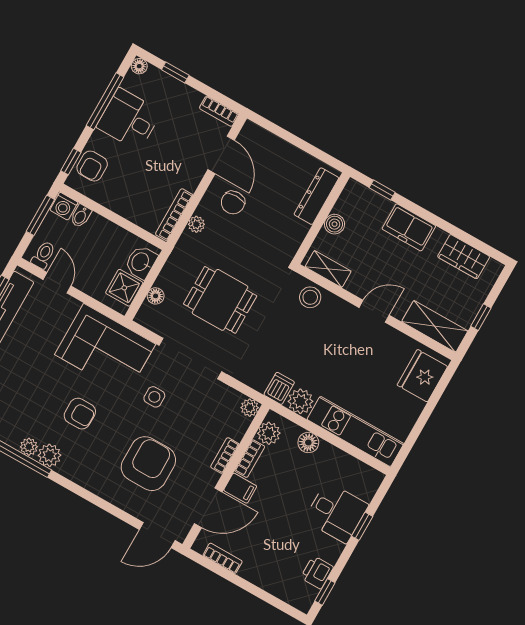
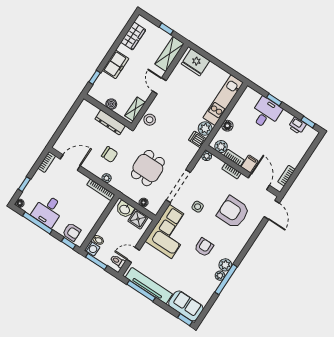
dresser: (316, 196) -> (110, 122), moved
chair: (233, 203) -> (110, 154), moved

